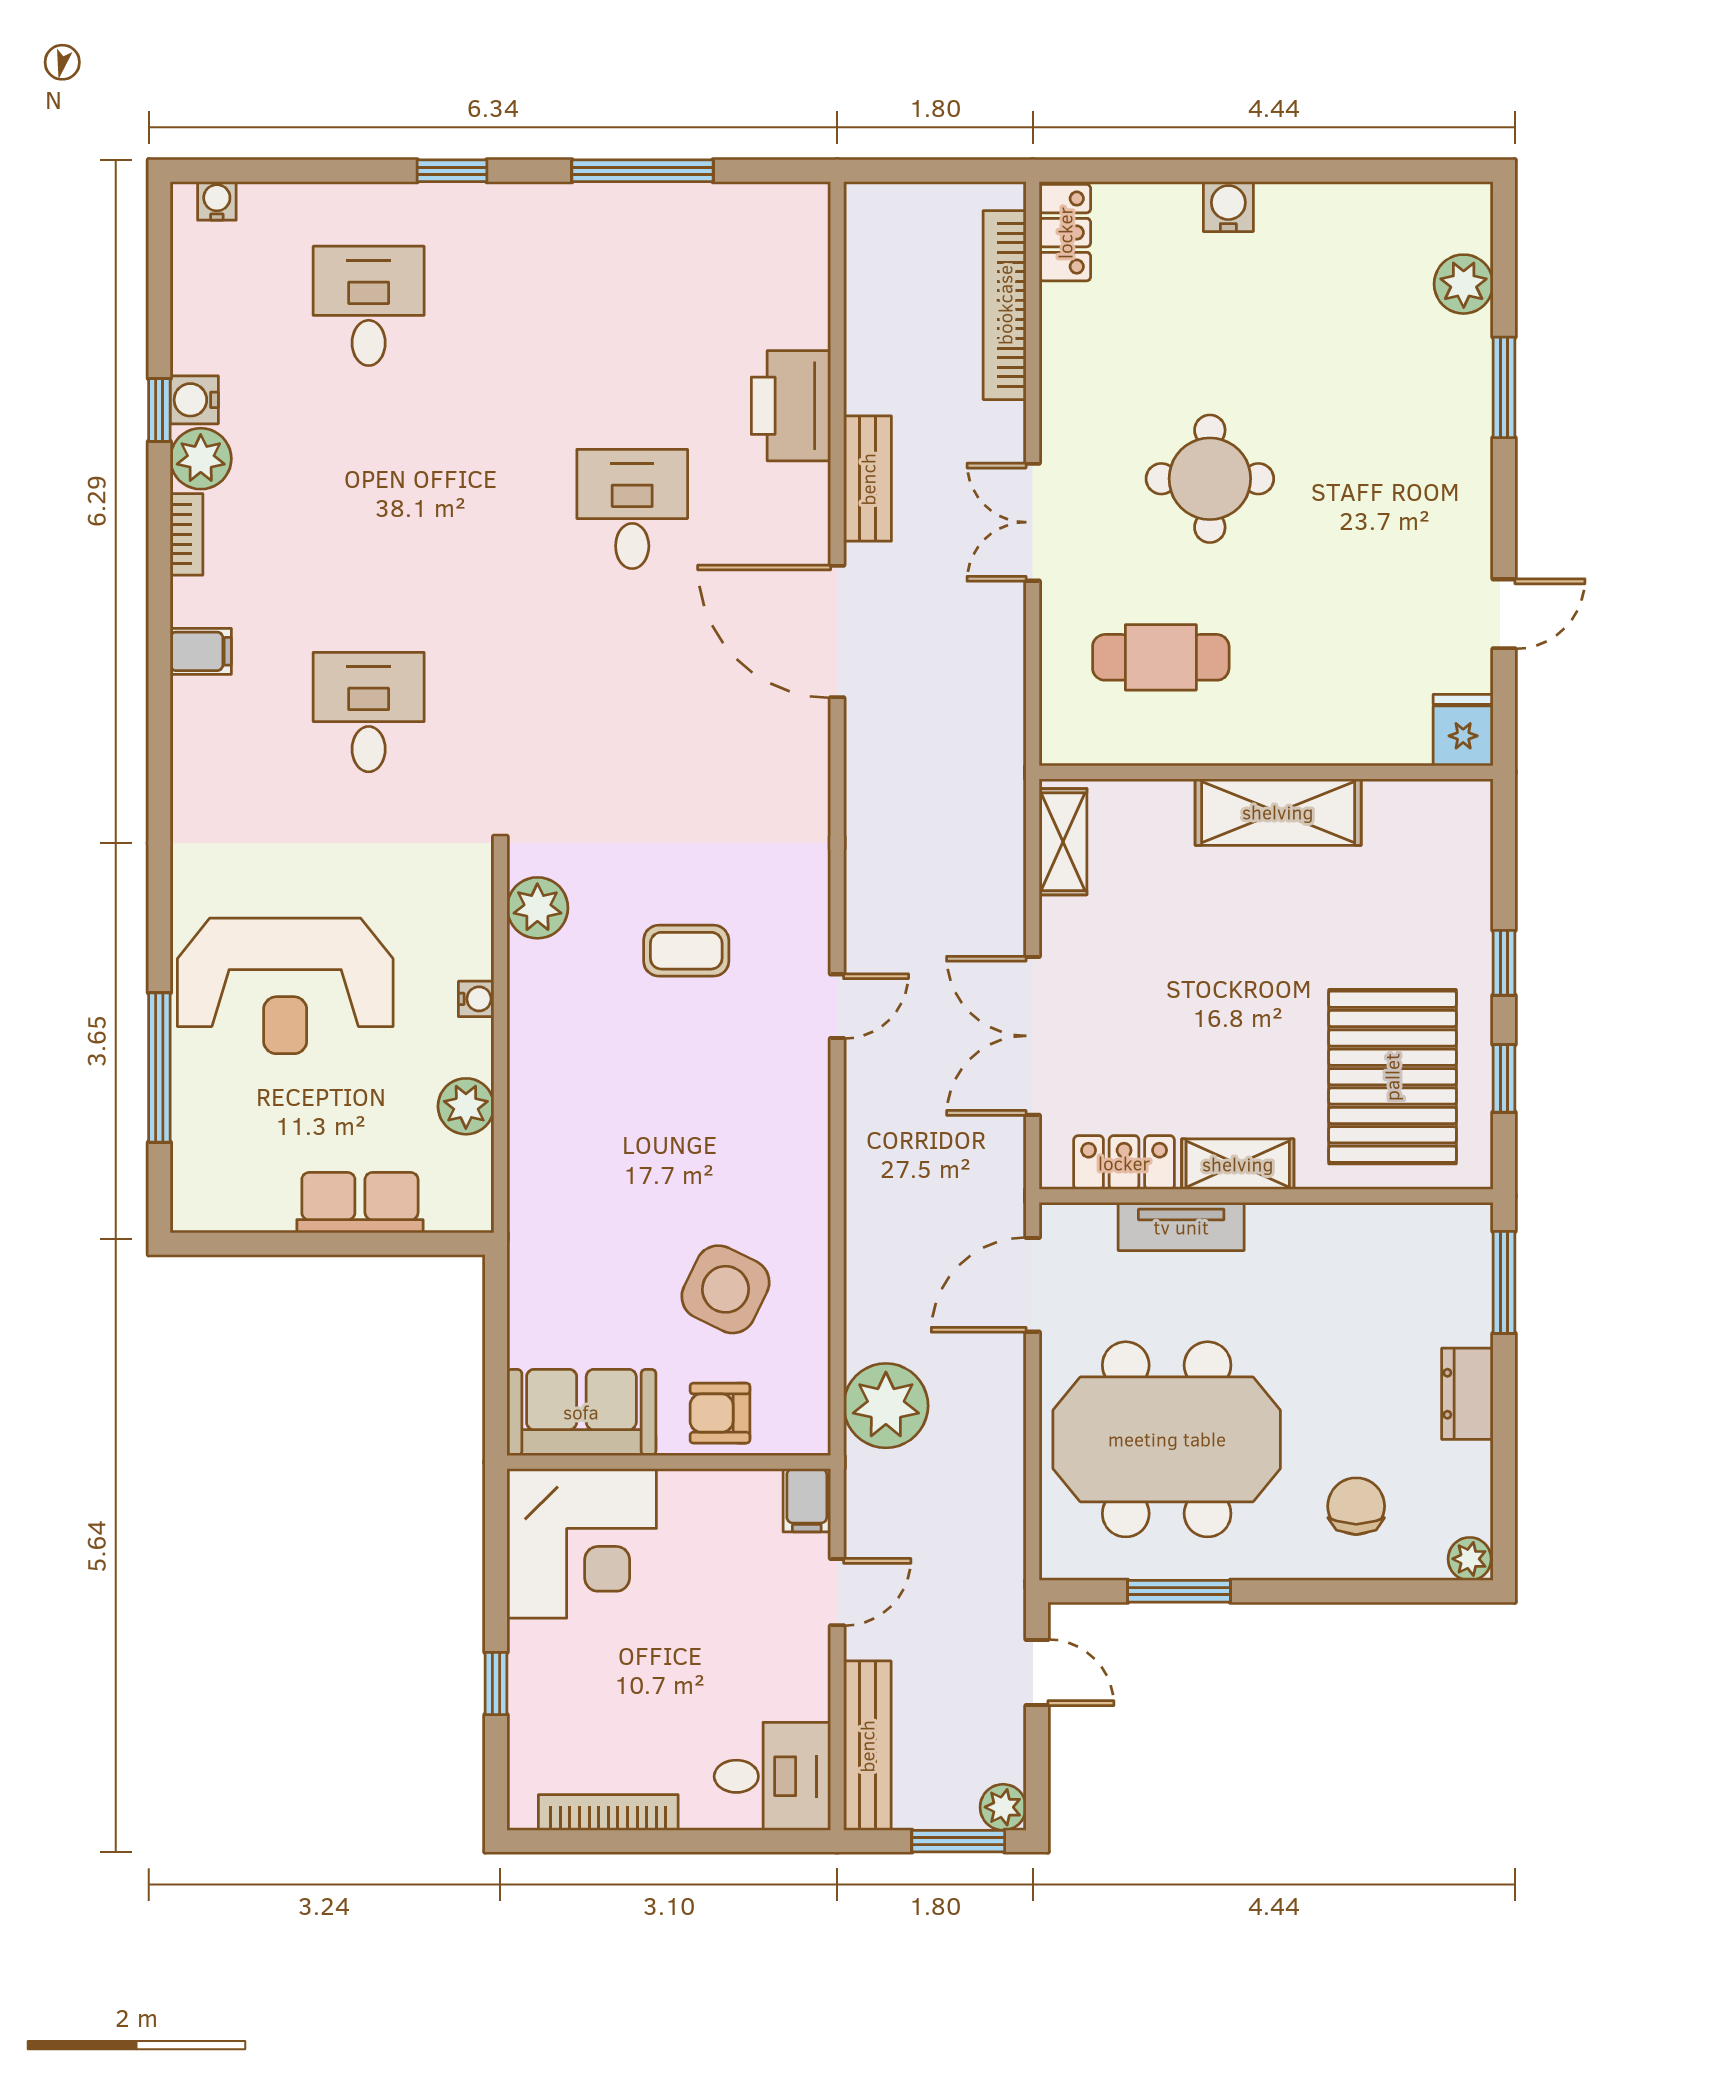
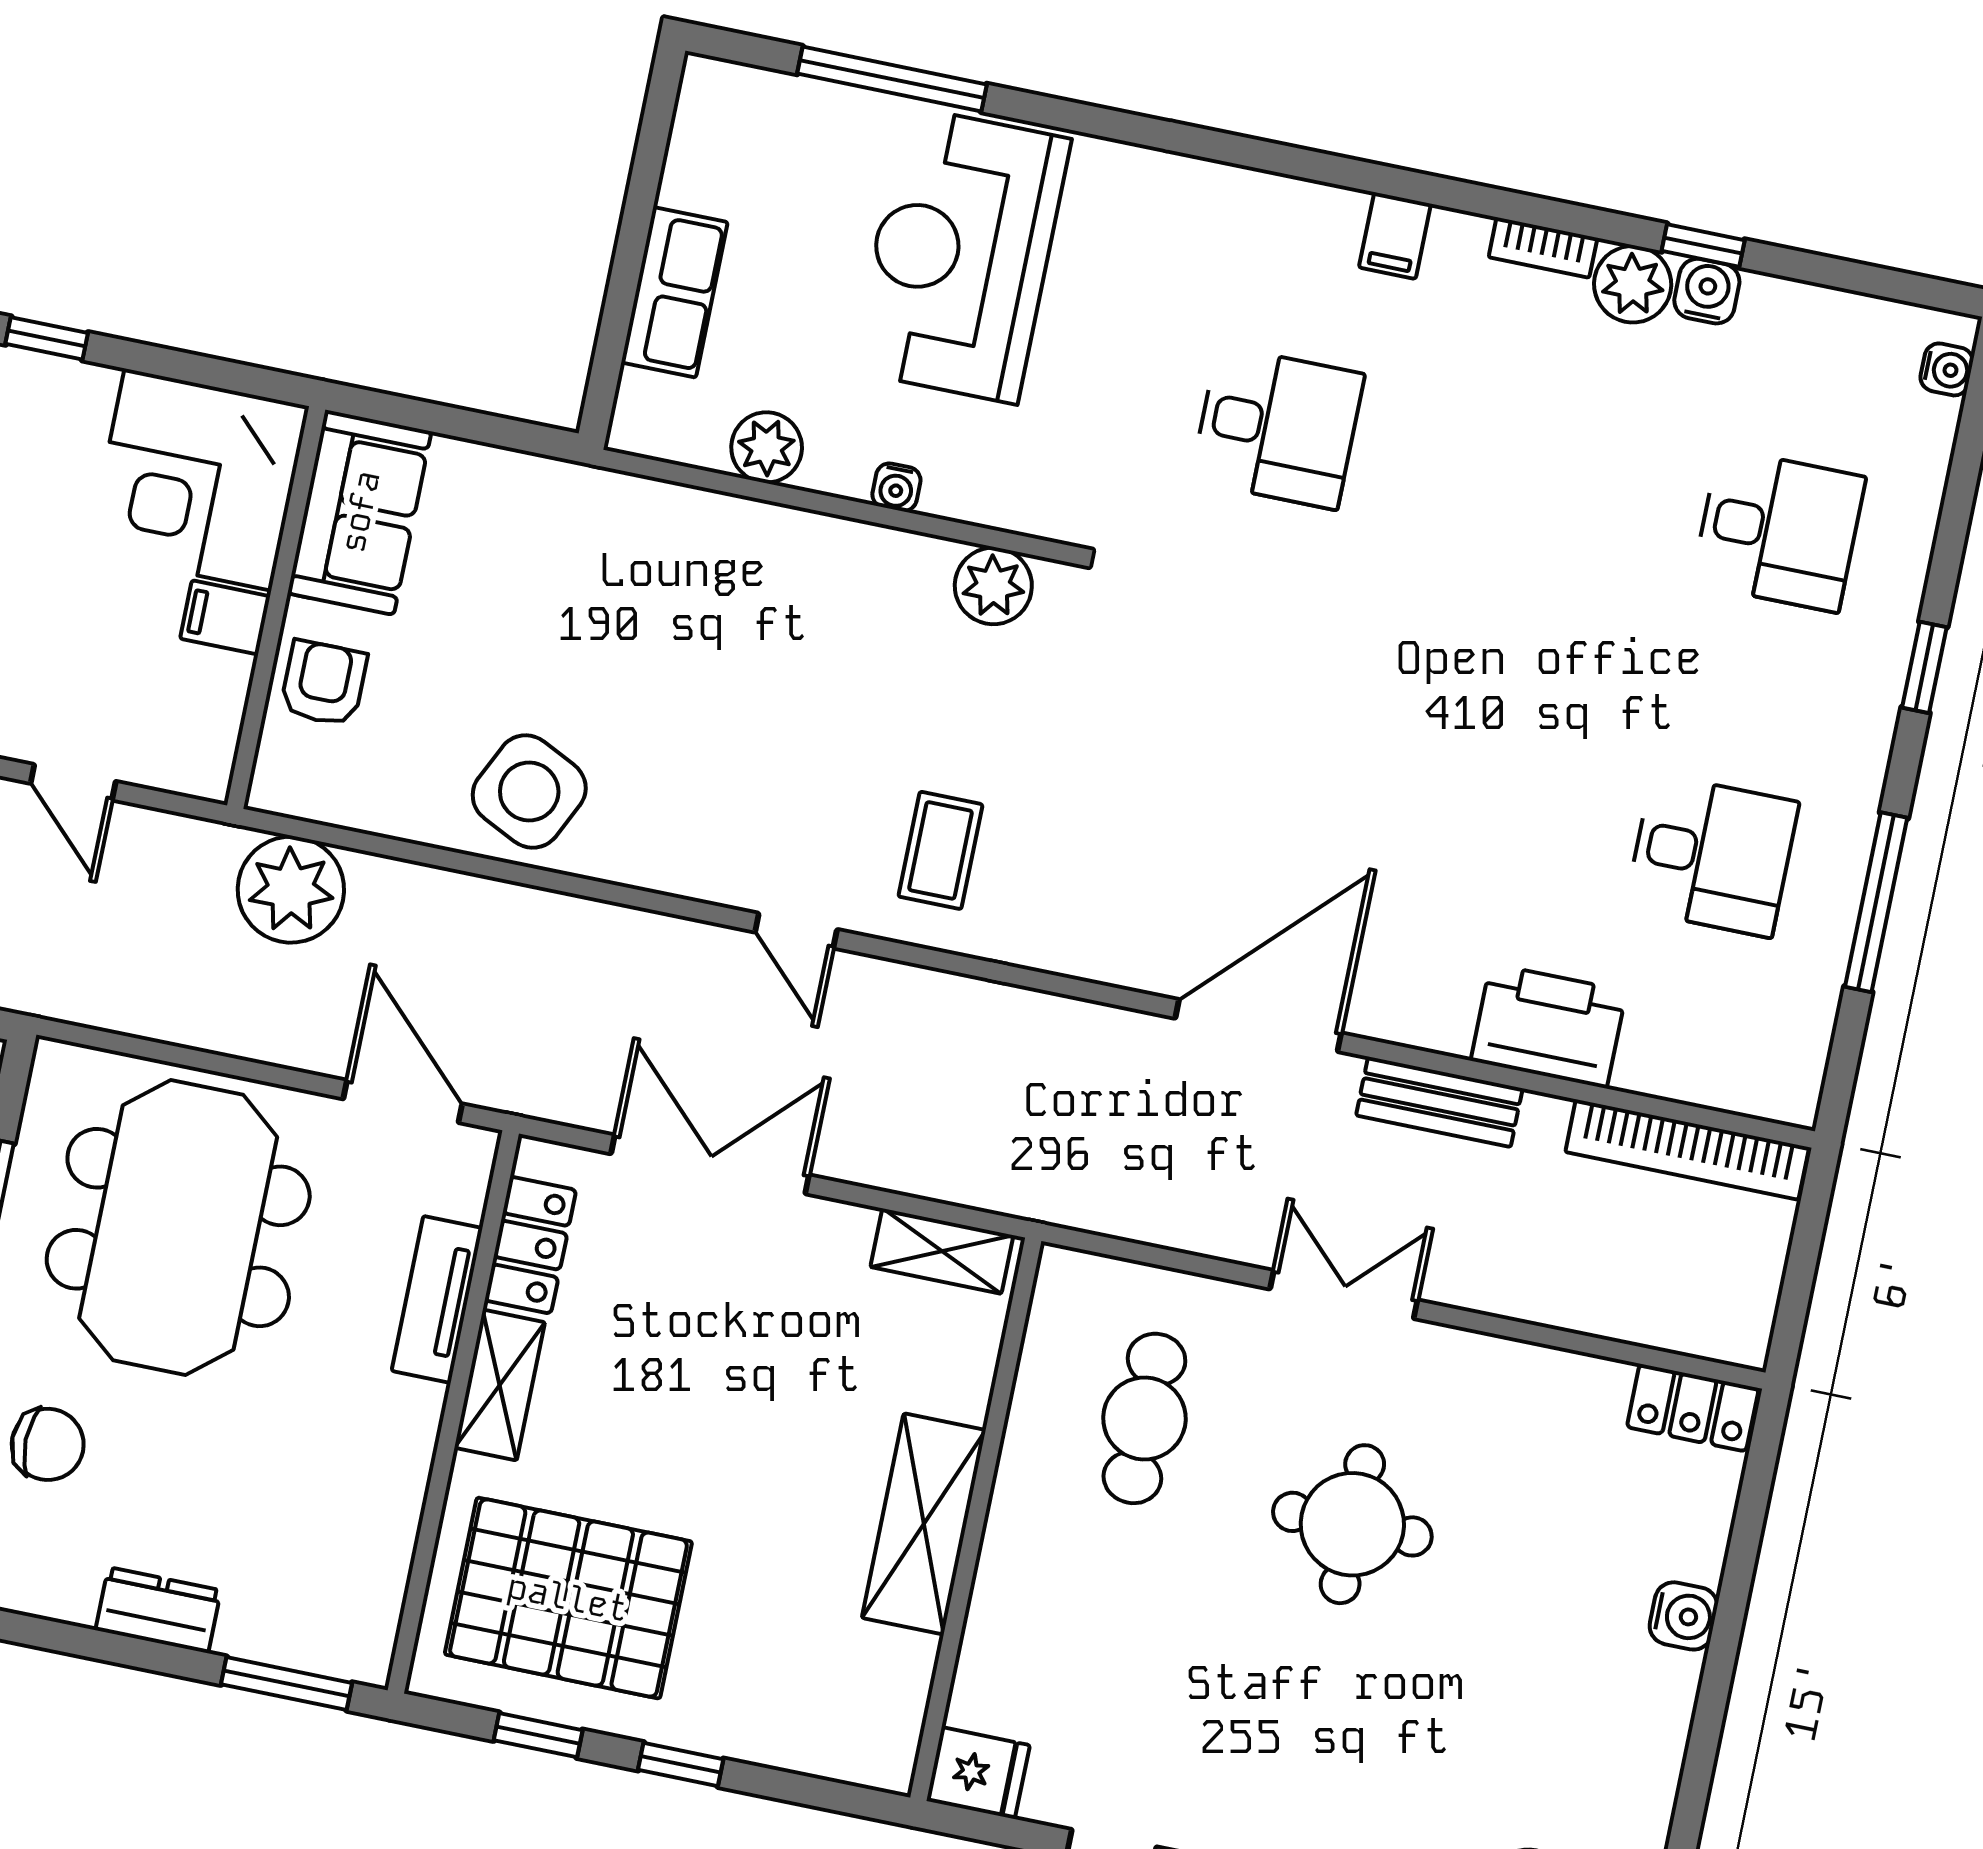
bookcase: (1005, 305) -> (1687, 1150), moved, turned 180
desk: (632, 509) -> (1712, 855), moved
coffee table: (686, 951) -> (940, 850), moved
side table: (726, 1289) -> (529, 792), moved
filing cabinet: (807, 1500) -> (225, 617), moved

